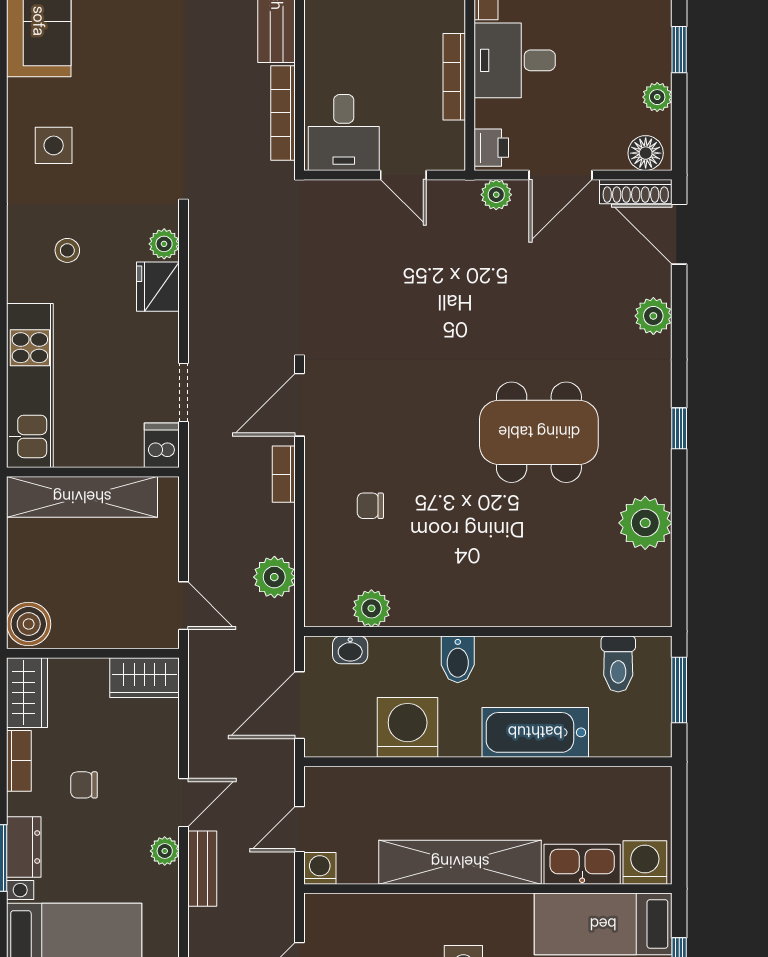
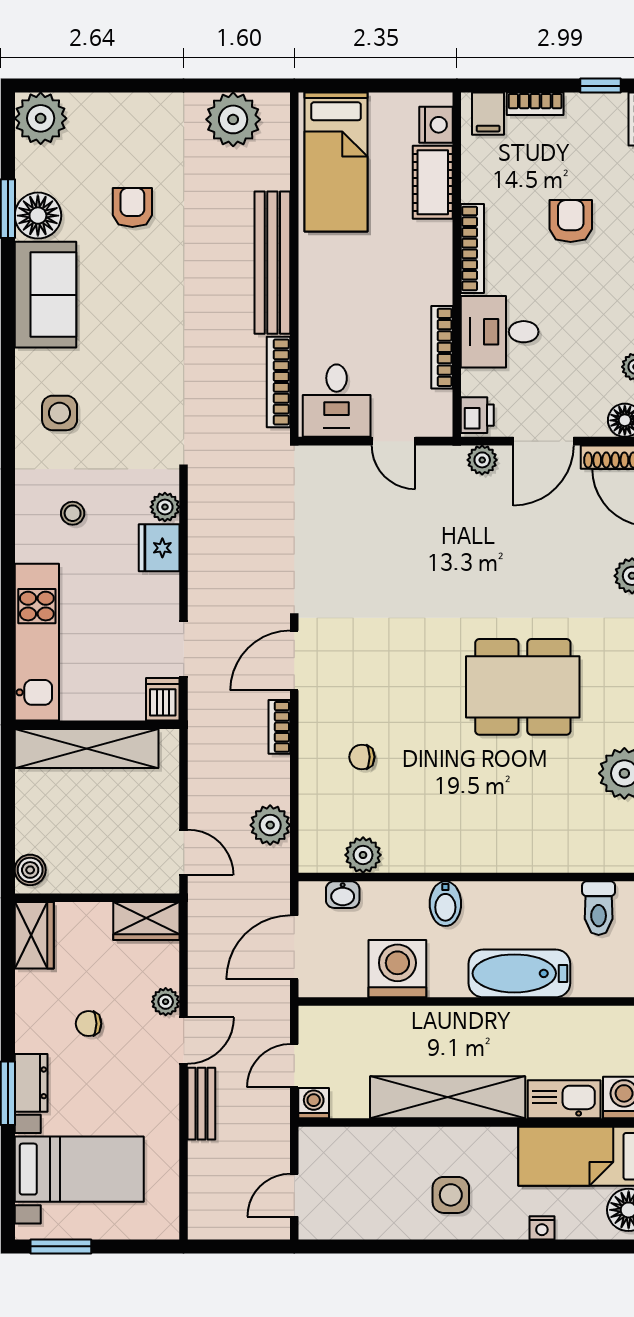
boiler: (29, 624) -> (30, 870), width x0.73, depth x0.73
bookcase: (19, 761) -> (26, 1001), removed
plant: (165, 851) -> (166, 1002), moved

